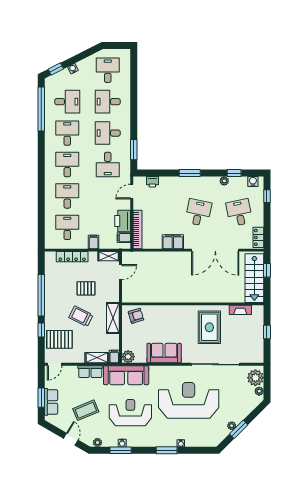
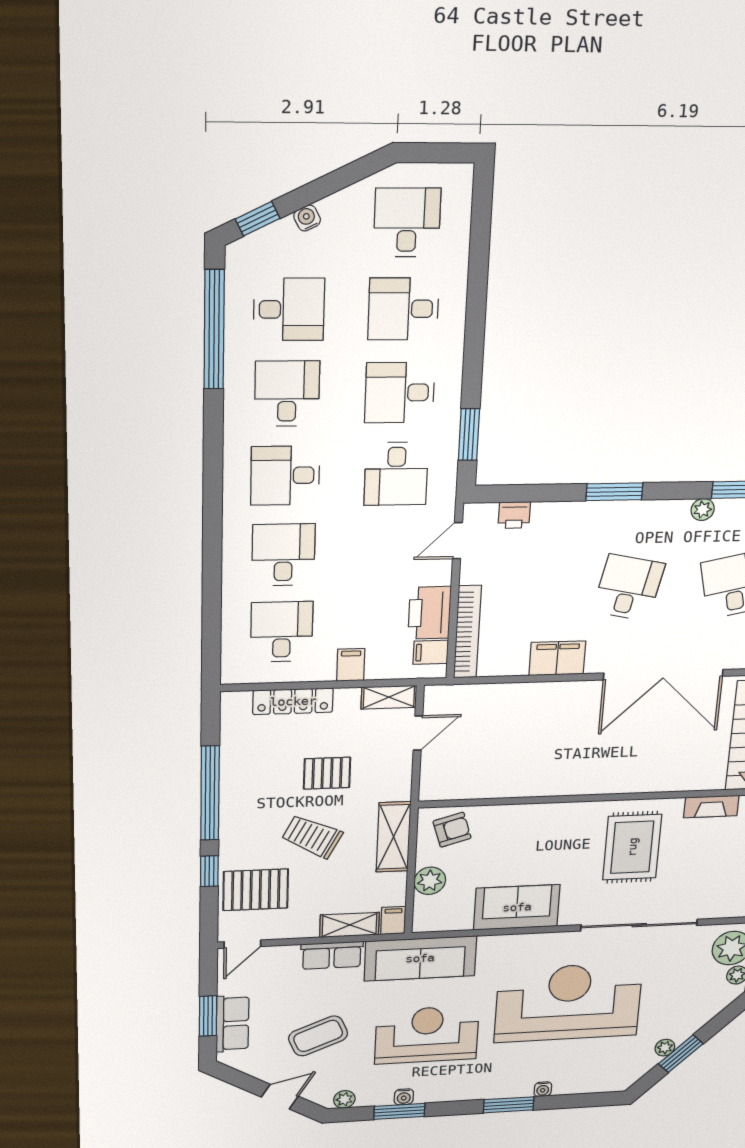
desk: (67, 165) -> (285, 476), turned -90
plant: (128, 357) -> (430, 881), moved
door: (71, 439) -> (280, 1097), hinge flipped

